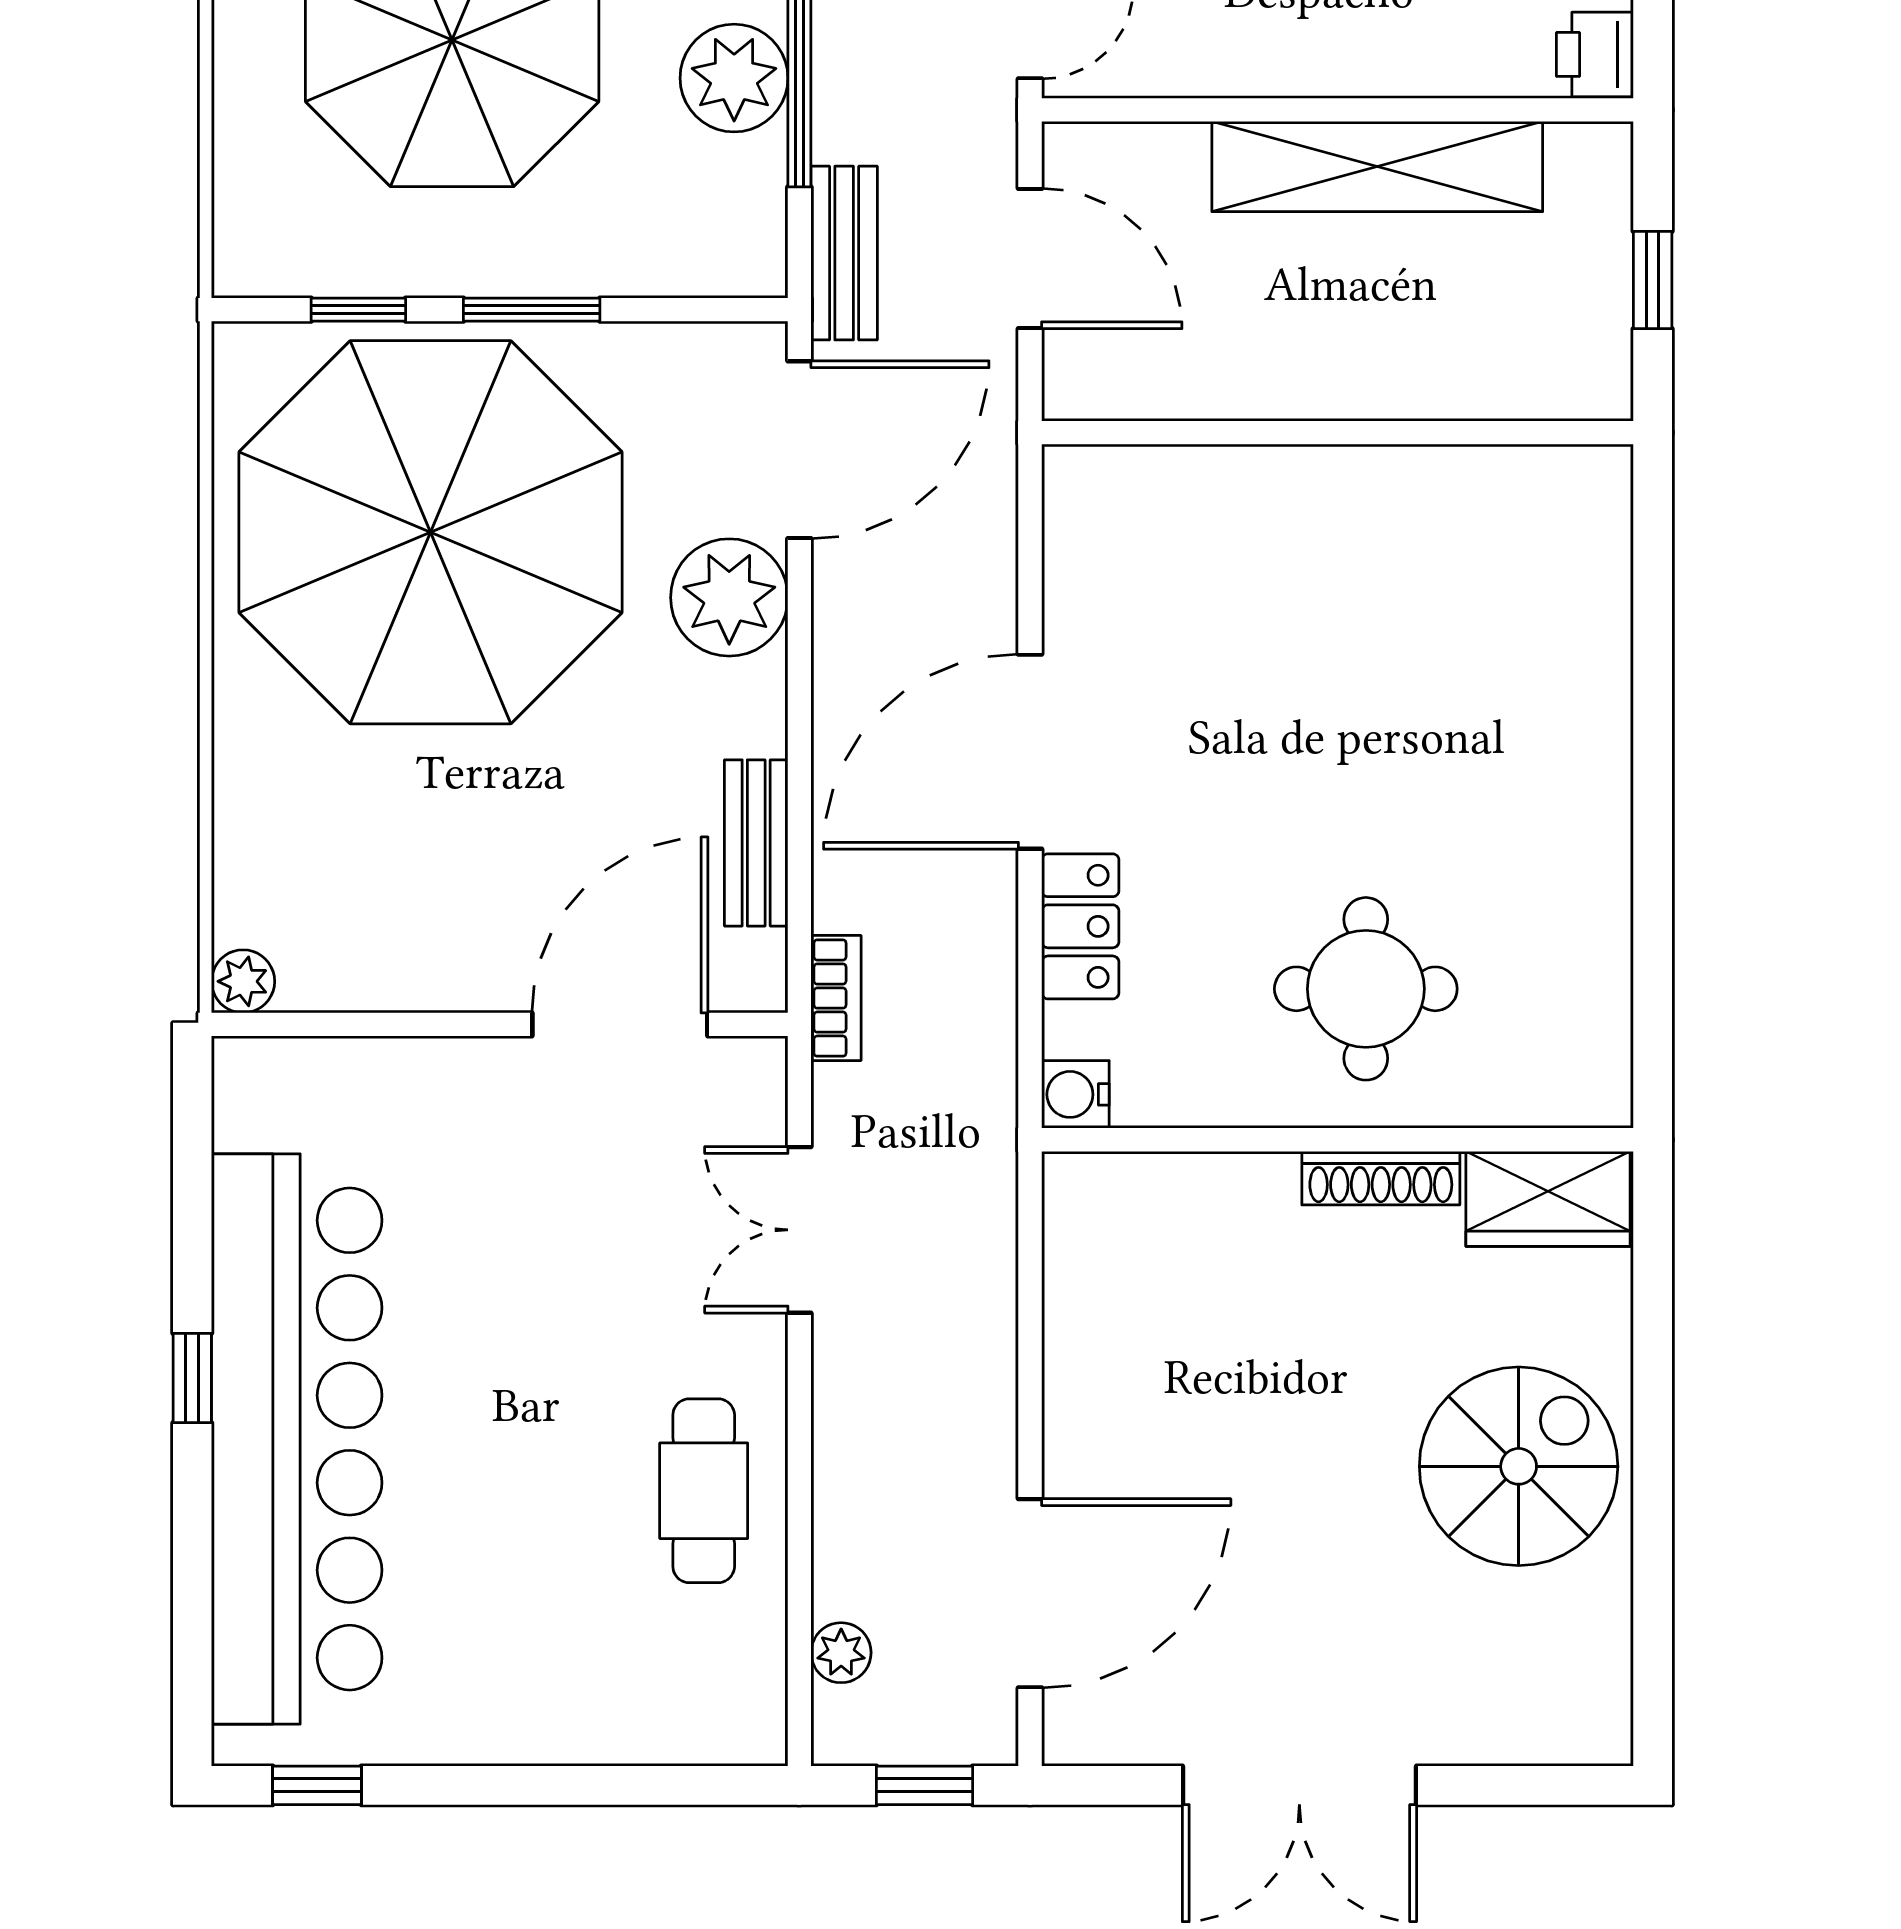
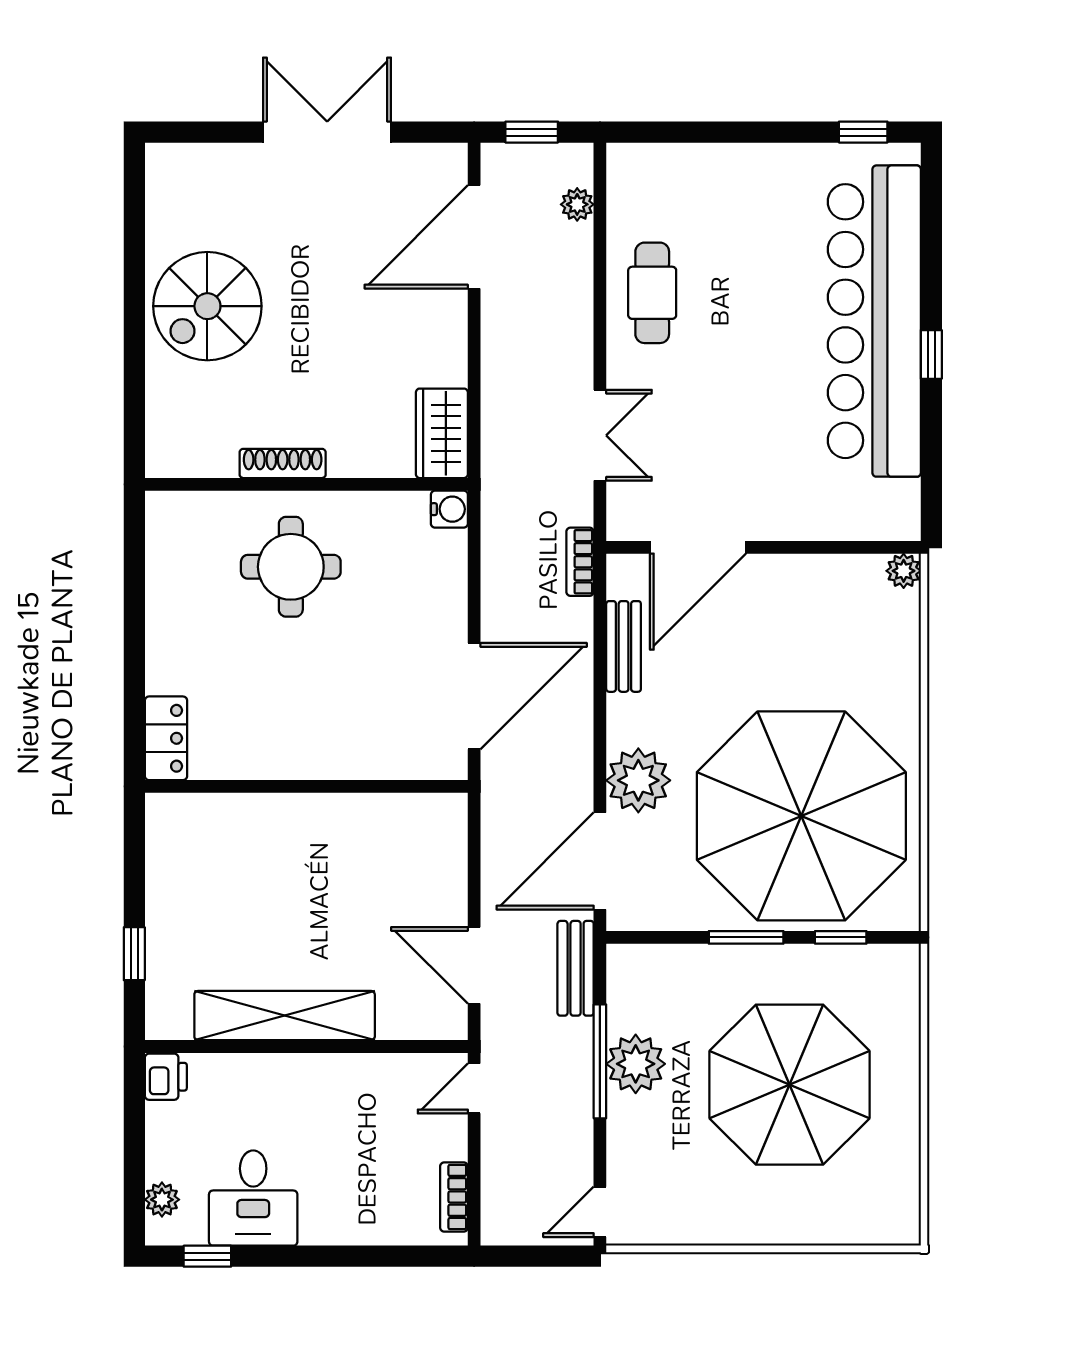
wall: (1337, 433) -> (306, 786), moved
locker: (1080, 926) -> (166, 738), moved, turned 180
wardrobe: (1548, 1199) -> (442, 433), moved, turned -90

